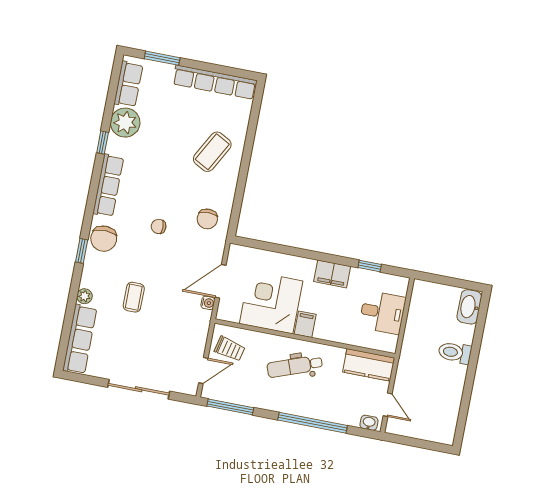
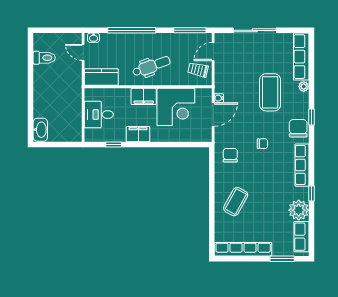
coffee table: (134, 297) -> (270, 92), width x1.86, depth x1.72
filing cabinet: (305, 324) -> (144, 96), width x2.00
toilet: (455, 353) -> (44, 58), moved

